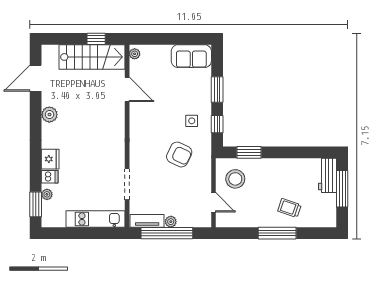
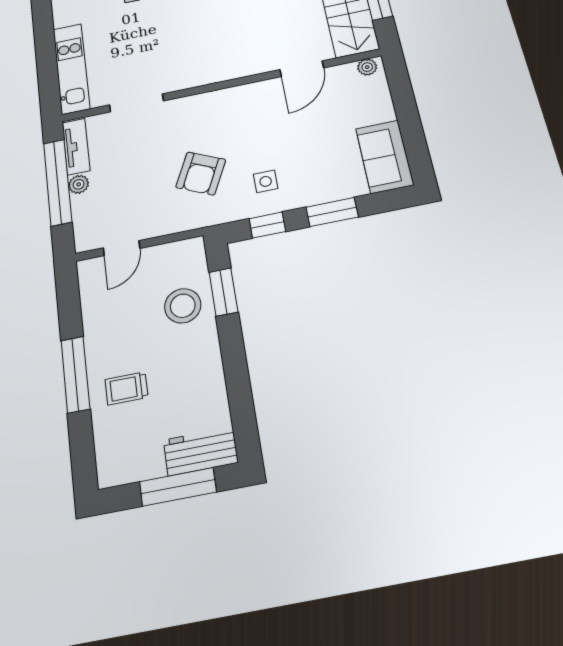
stool: (235, 179) -> (183, 306), moved
trolley: (289, 208) -> (126, 388), turned -109

